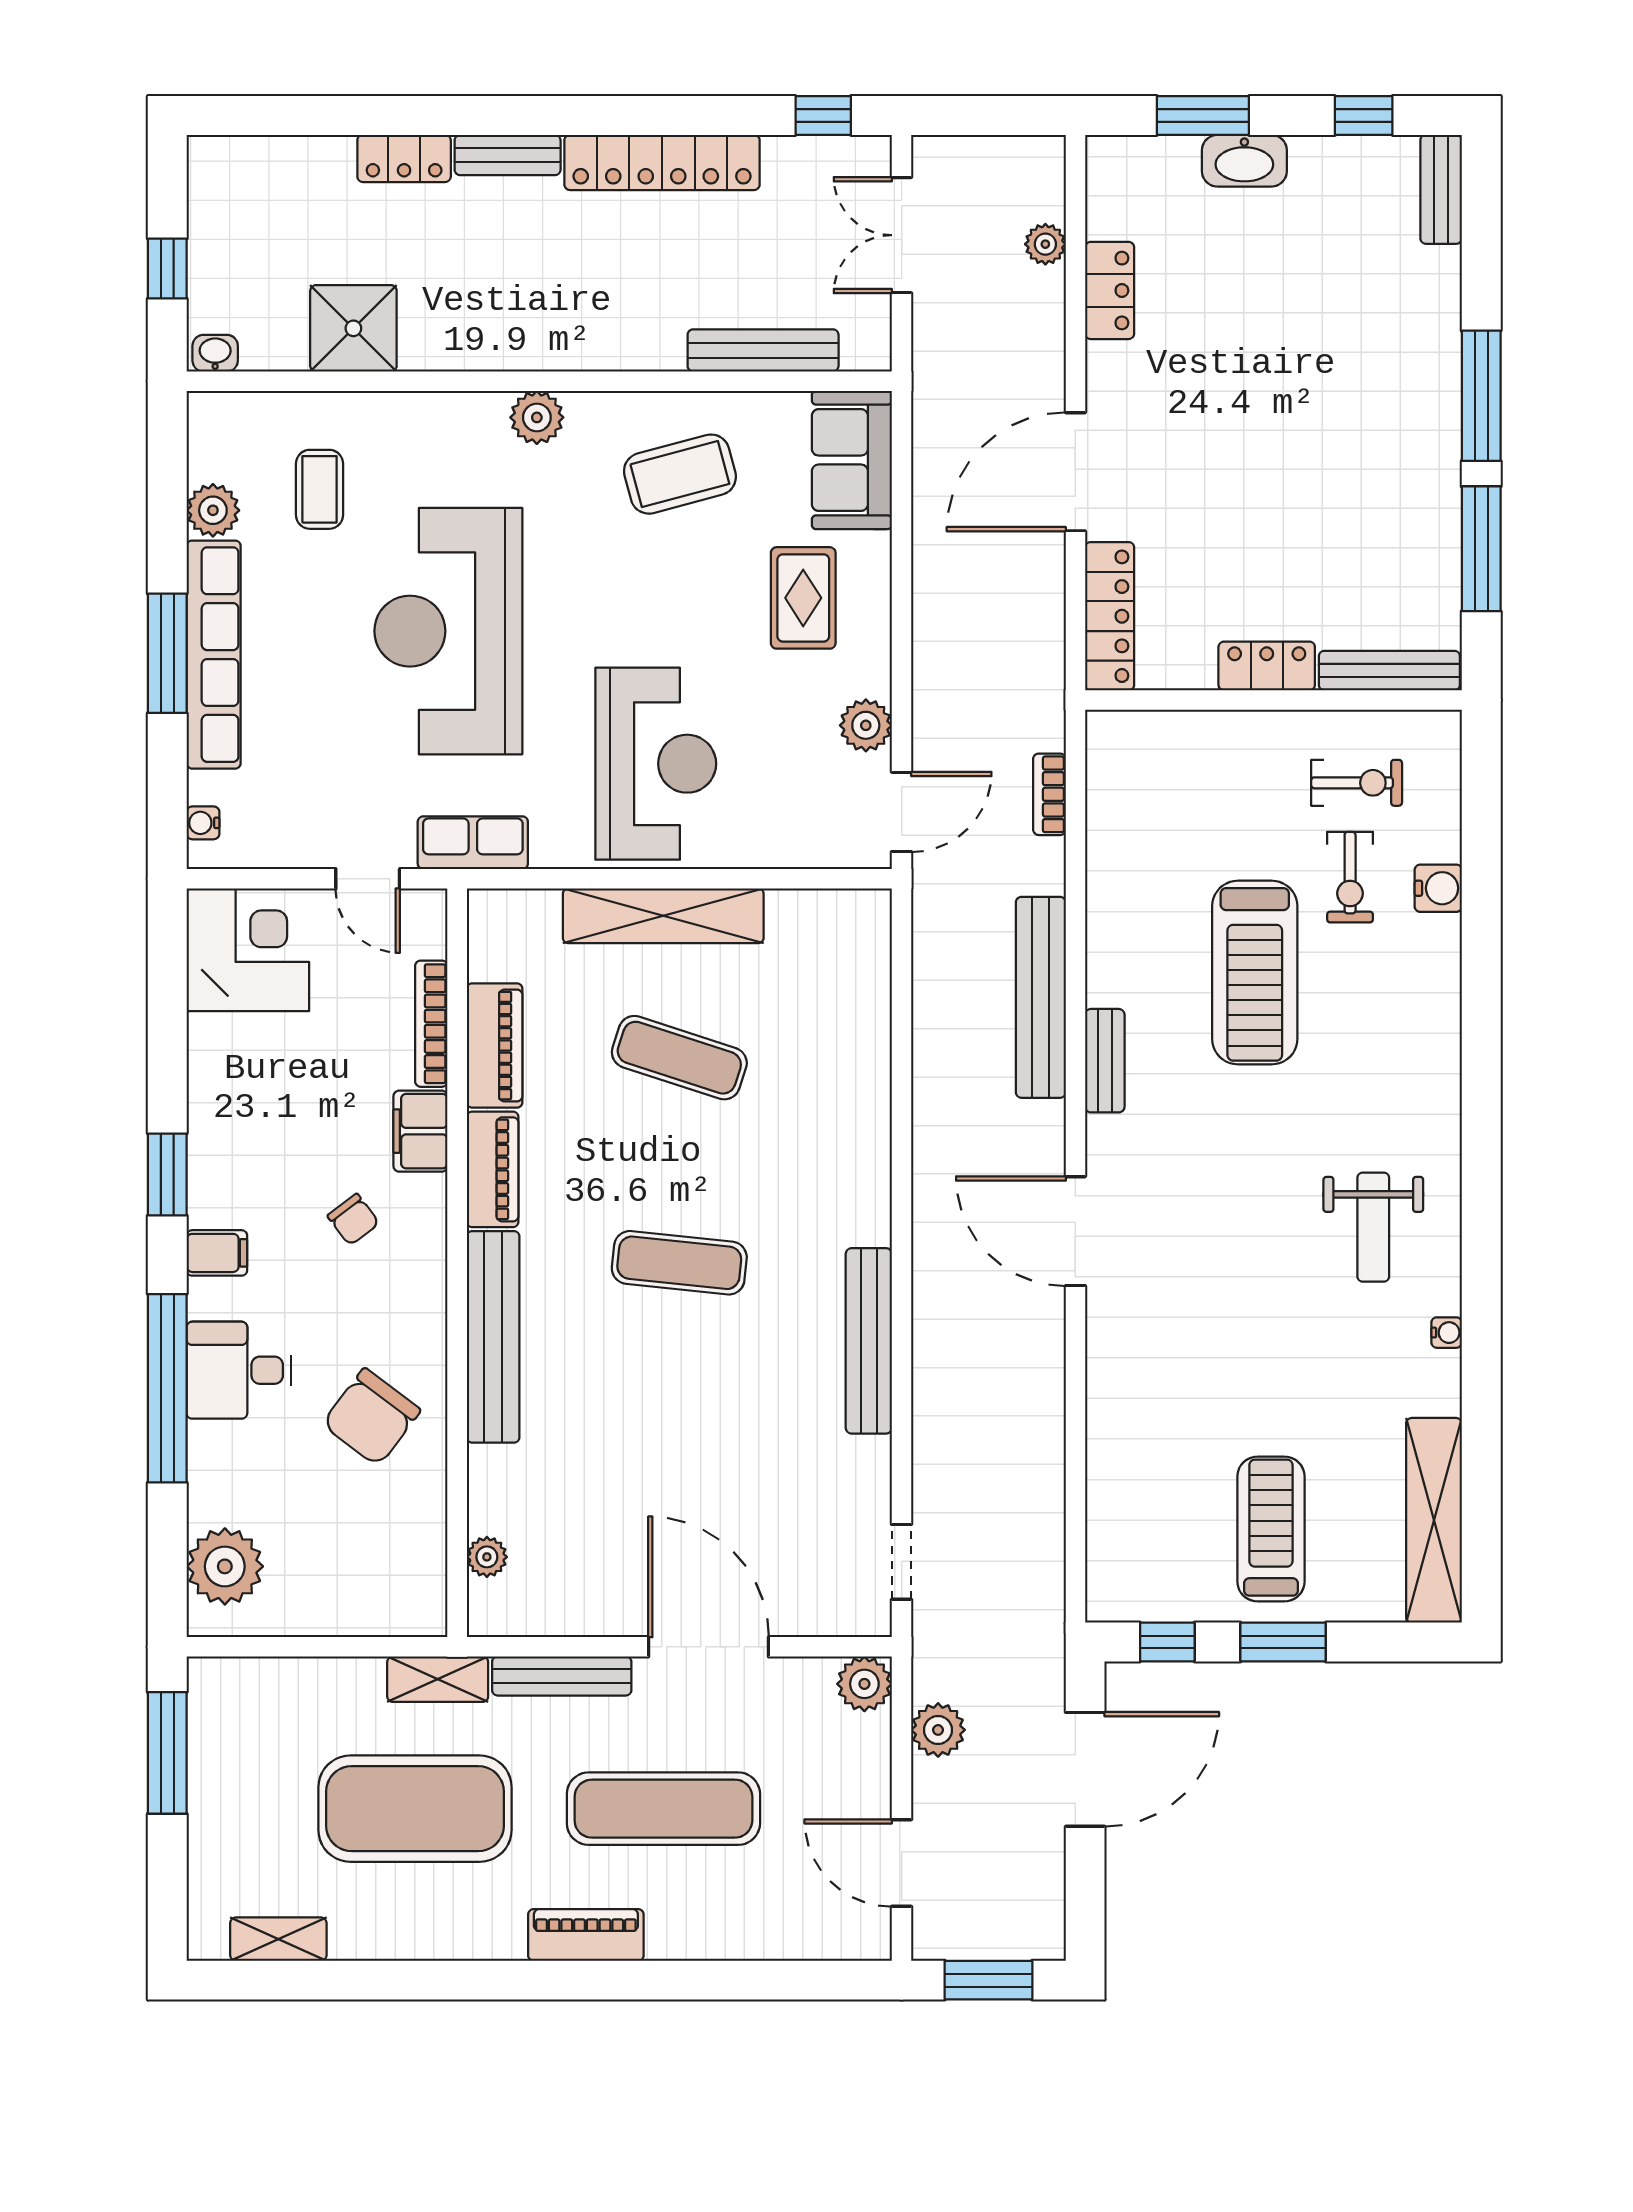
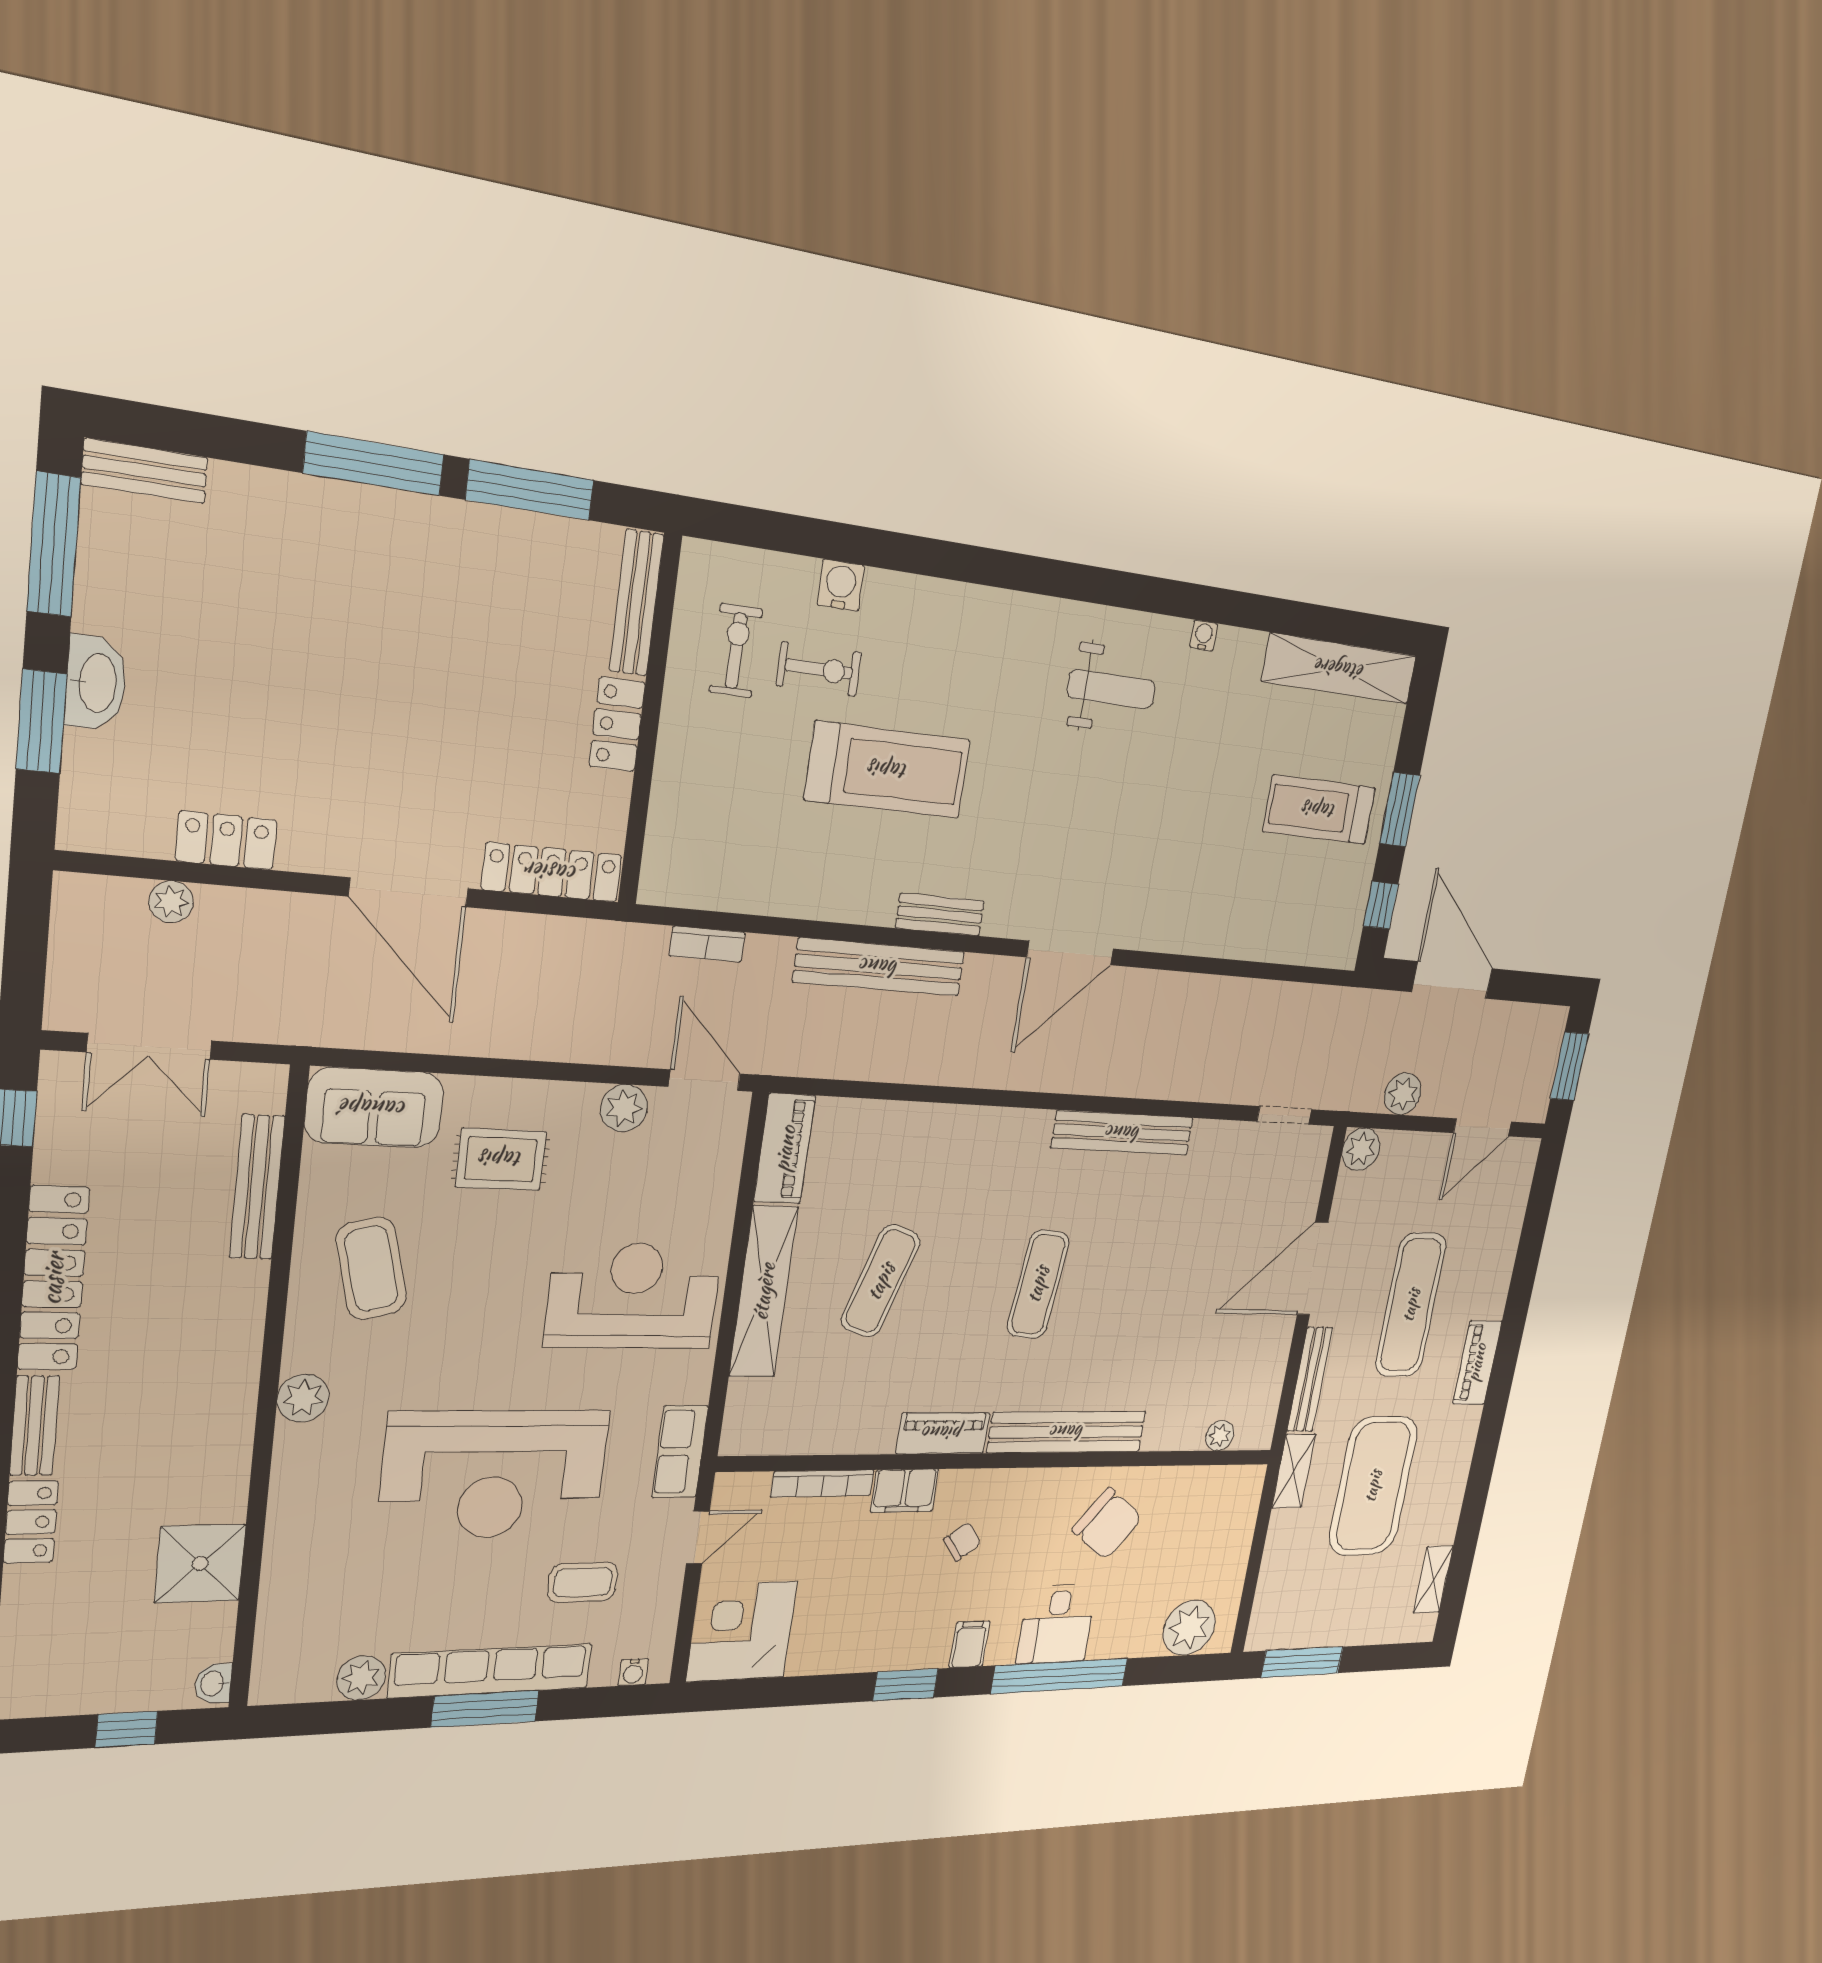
window: (1364, 115) -> (54, 545), width x2.17
coffee table: (319, 489) -> (583, 1582), moved
piano: (495, 1046) -> (785, 1149), moved, turned 90

